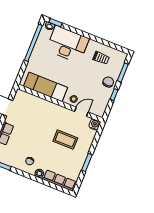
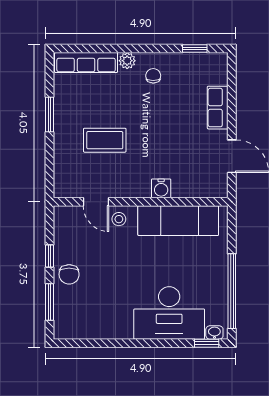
trolley: (101, 58) -> (99, 312), removed
door: (81, 112) -> (96, 202), hinge flipped
water cooler: (95, 124) -> (161, 188), moved

